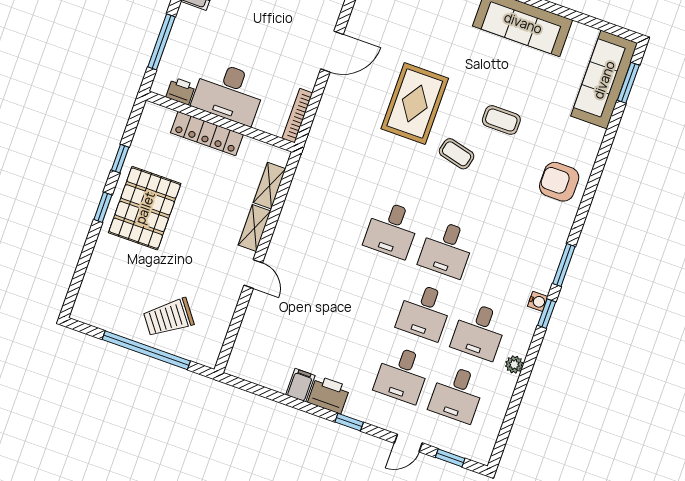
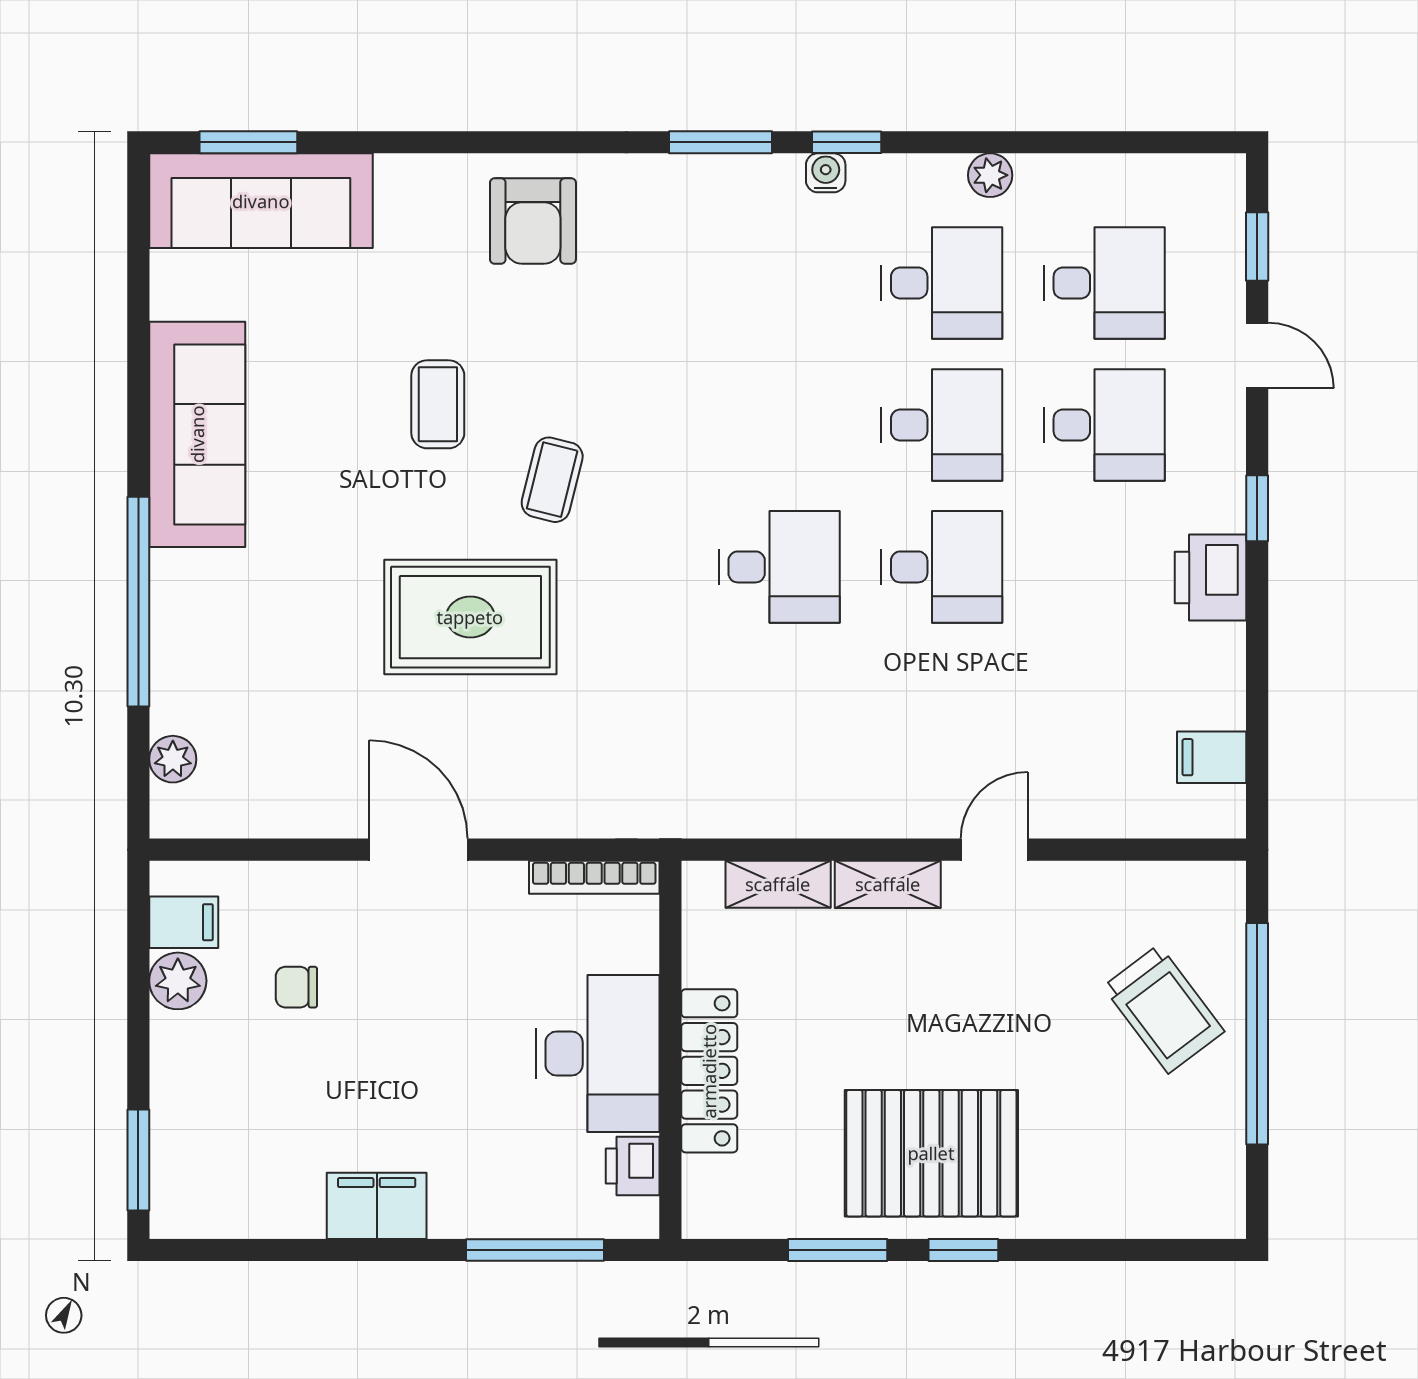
window: (120, 159) -> (838, 1250), width x1.50
desk: (447, 249) -> (942, 567), moved
filing cabinet: (300, 385) -> (1212, 757), moved

